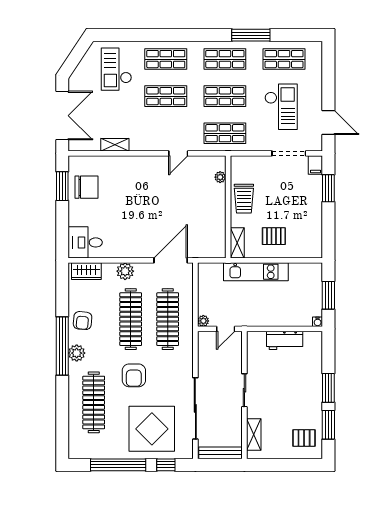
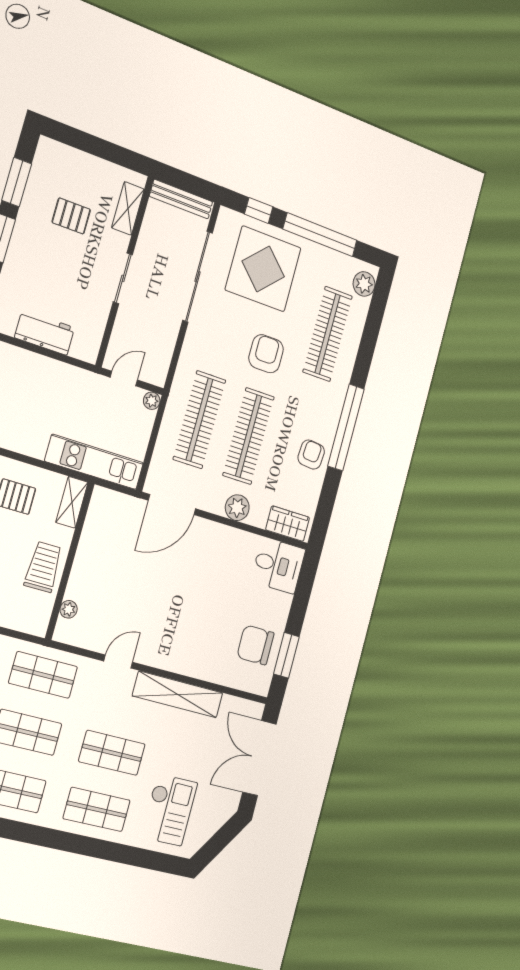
shelving: (115, 145) -> (178, 694), width x2.20, depth x1.33
kitchen unit: (256, 272) -> (94, 462), moved
plant: (77, 353) -> (364, 284), moved
pallet: (304, 438) -> (71, 216), moved

